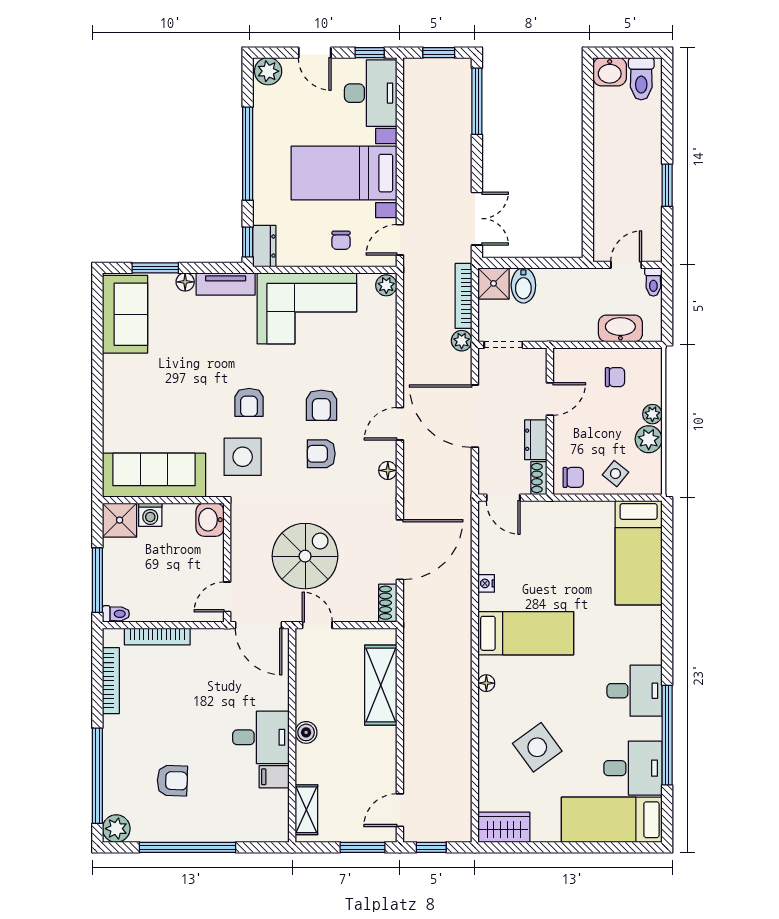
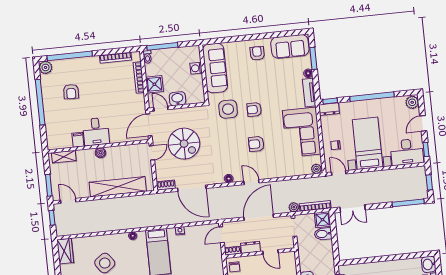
armchair: (321, 454) -> (257, 53), moved
shower: (120, 520) -> (154, 84), moved
washbasin: (210, 520) -> (177, 99), moved
shelving: (381, 685) -> (118, 187), width x1.47

